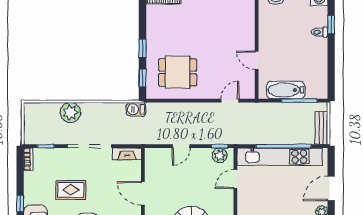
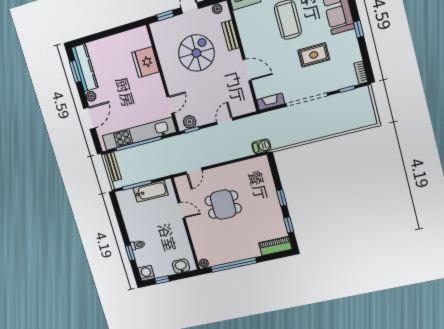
dining table: (178, 72) -> (223, 205), moved
window: (142, 78) -> (289, 225), moved
barbecue: (136, 109) -> (261, 146), moved
plant: (70, 112) -> (332, 126), removed

